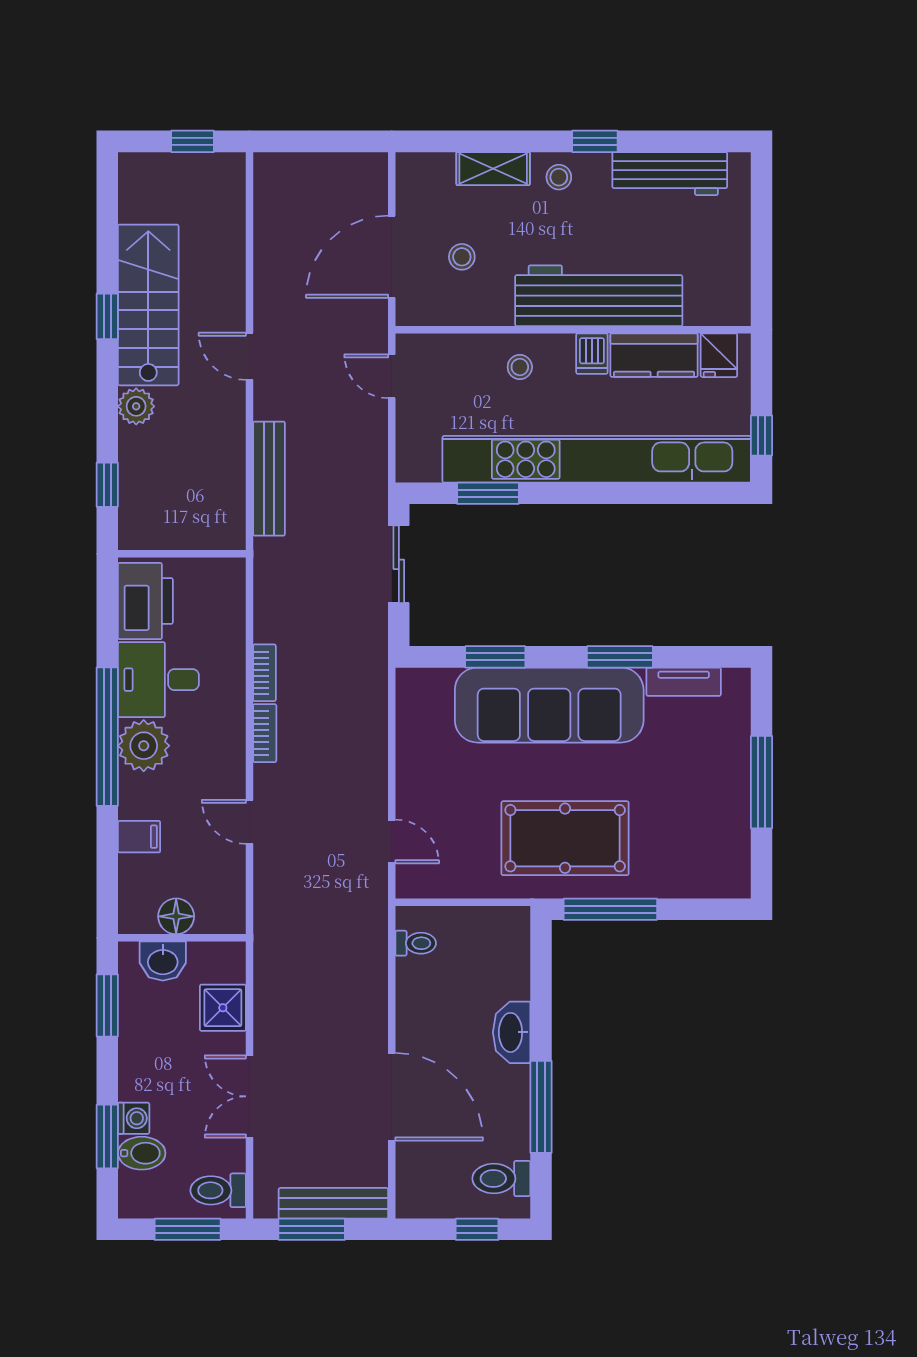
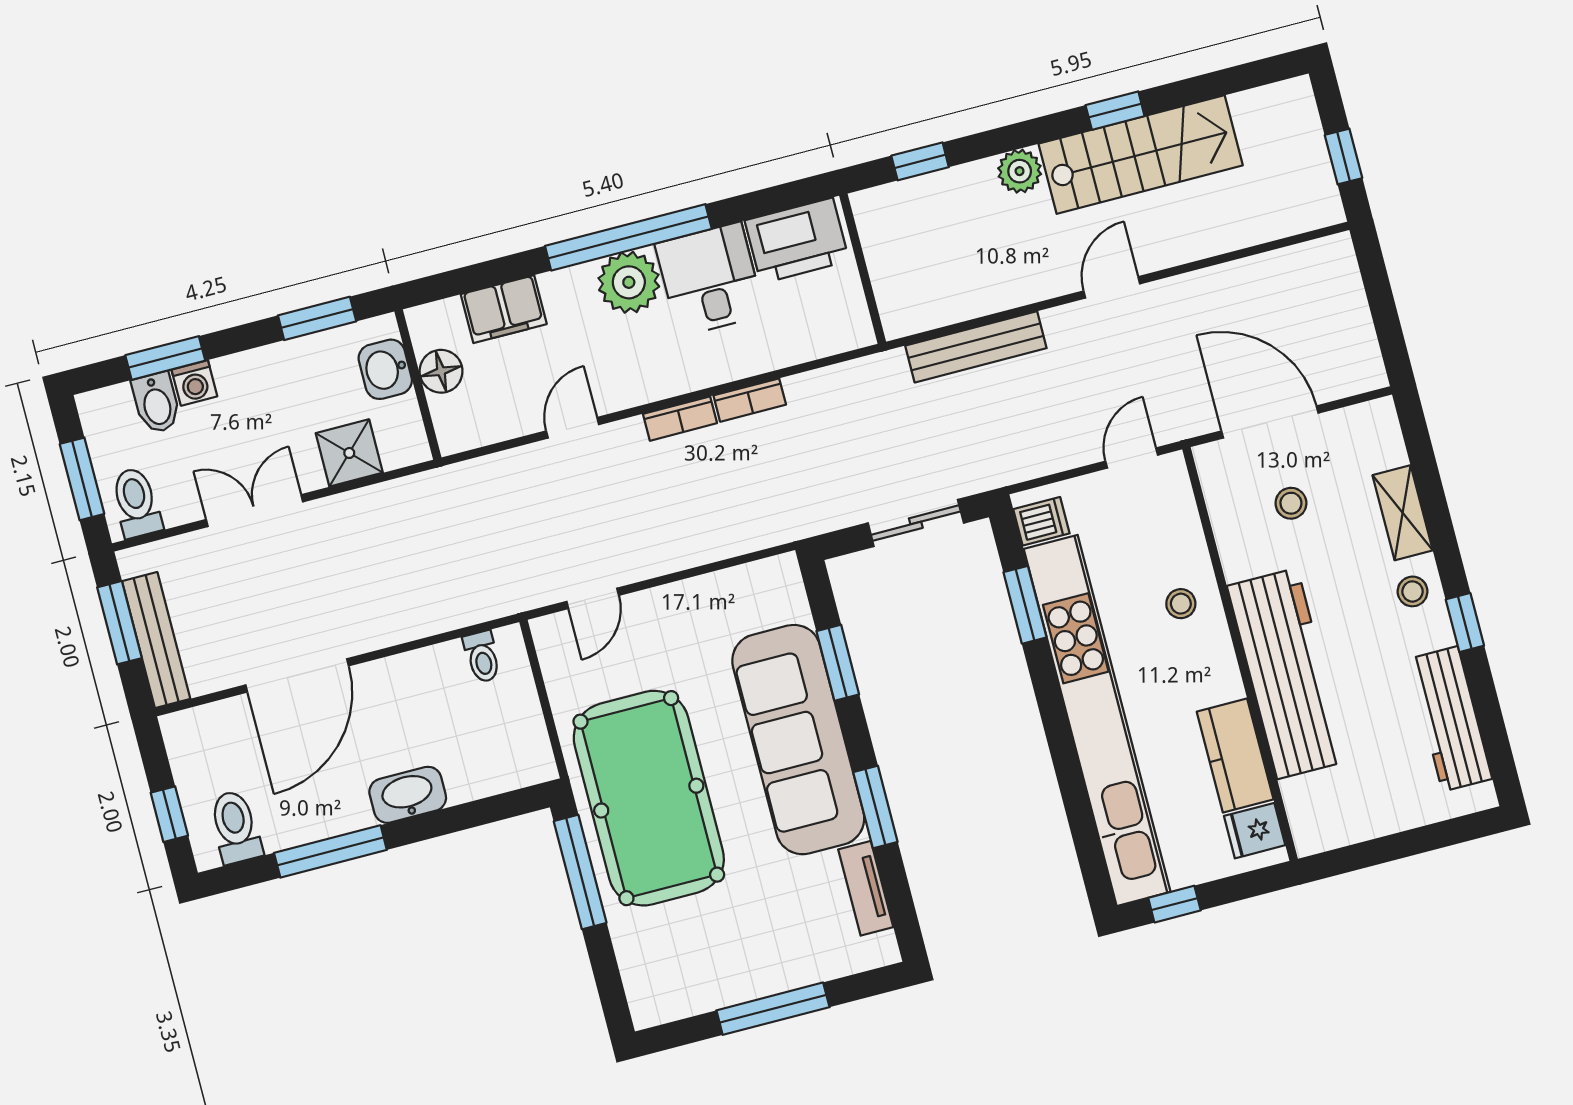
dishwasher: (592, 354) -> (1041, 521), moved, turned 180
filing cabinet: (139, 837) -> (504, 309), width x2.00
pool table: (565, 838) -> (649, 798), width x1.36, depth x1.32

